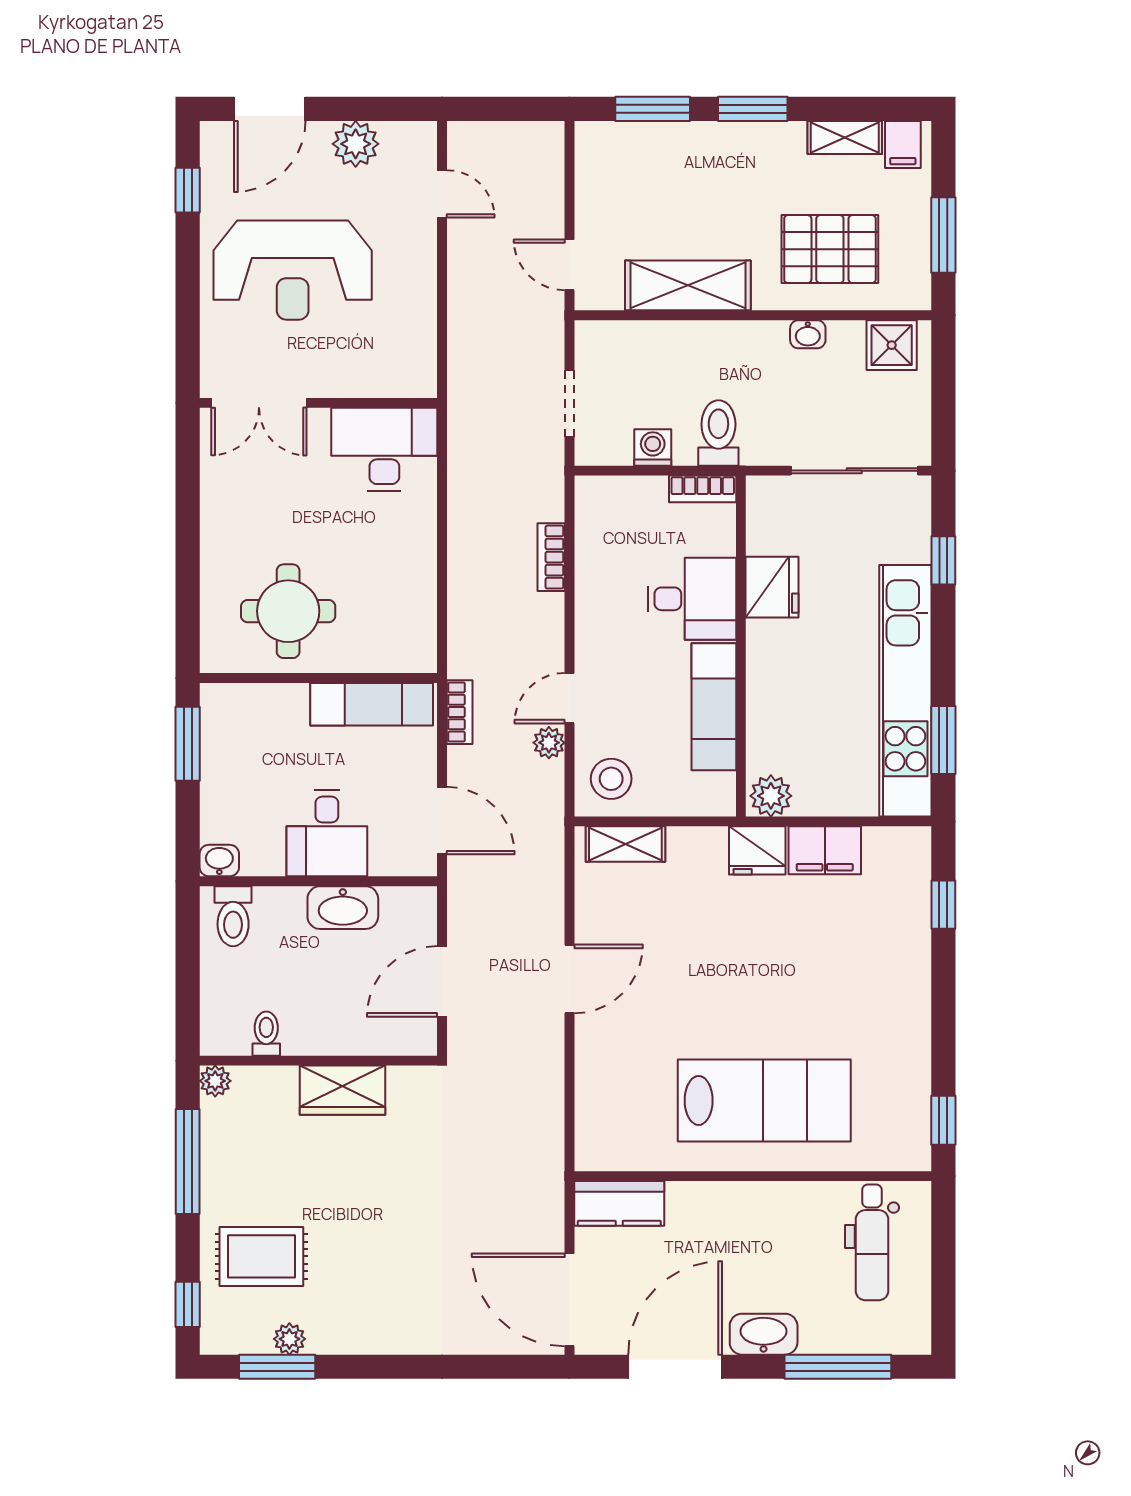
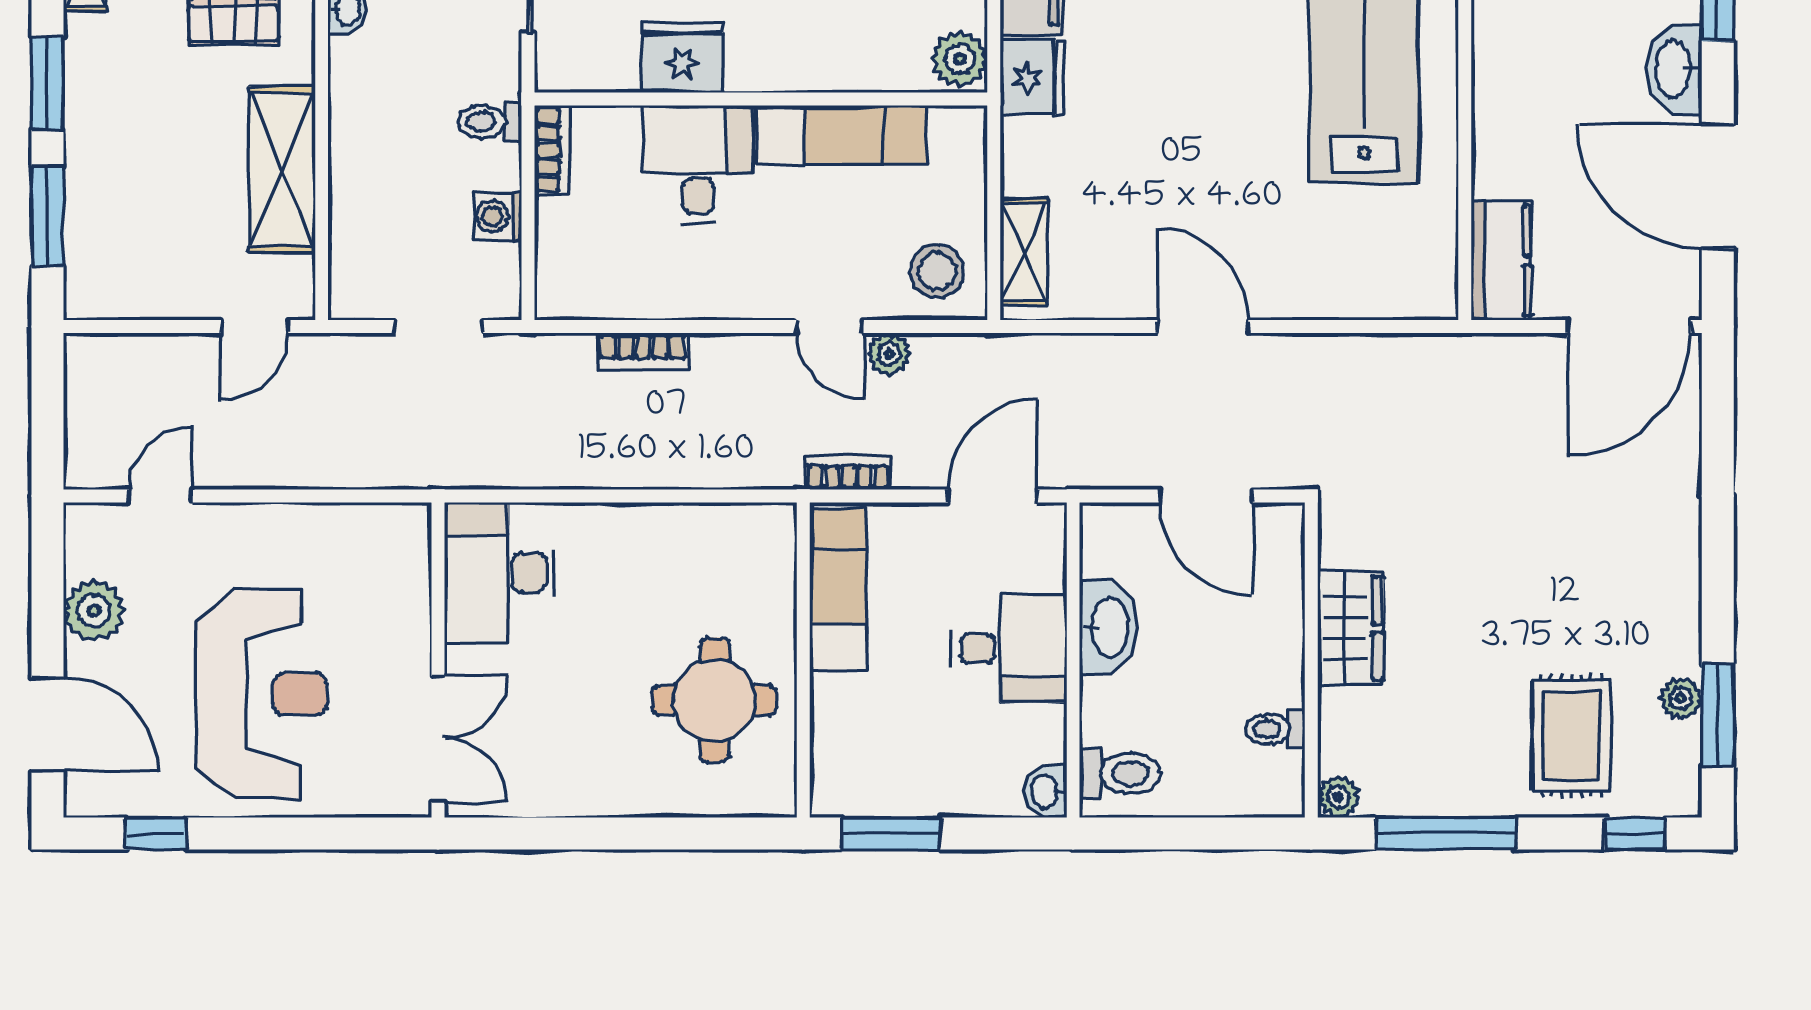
toilet: (718, 433) -> (490, 122), width x0.73, depth x0.72

